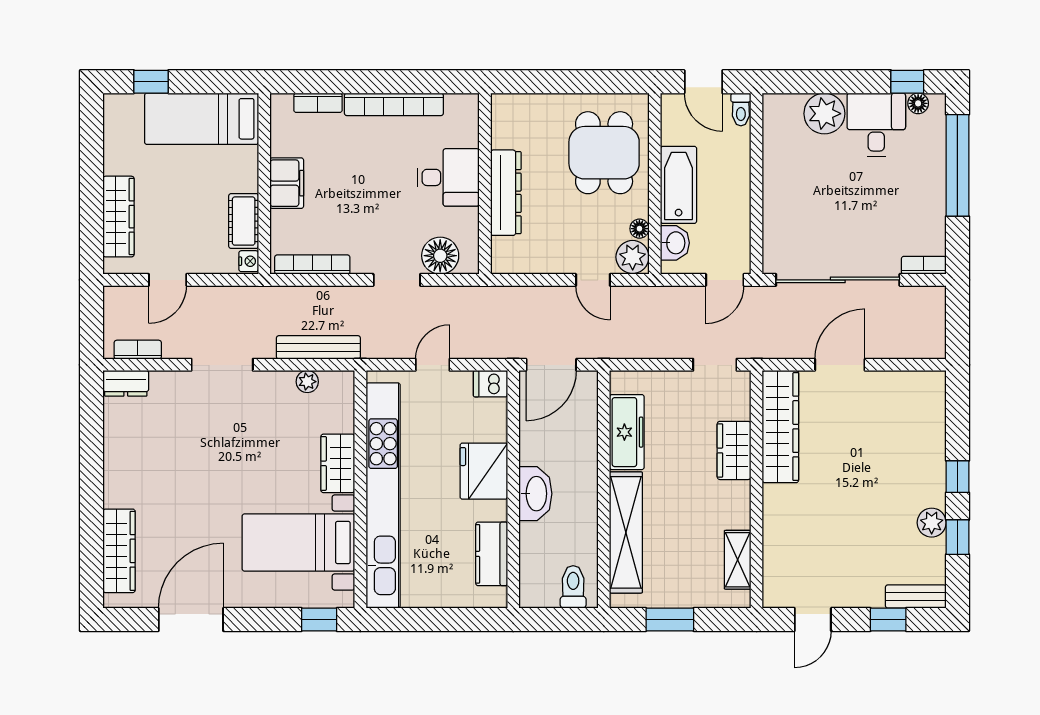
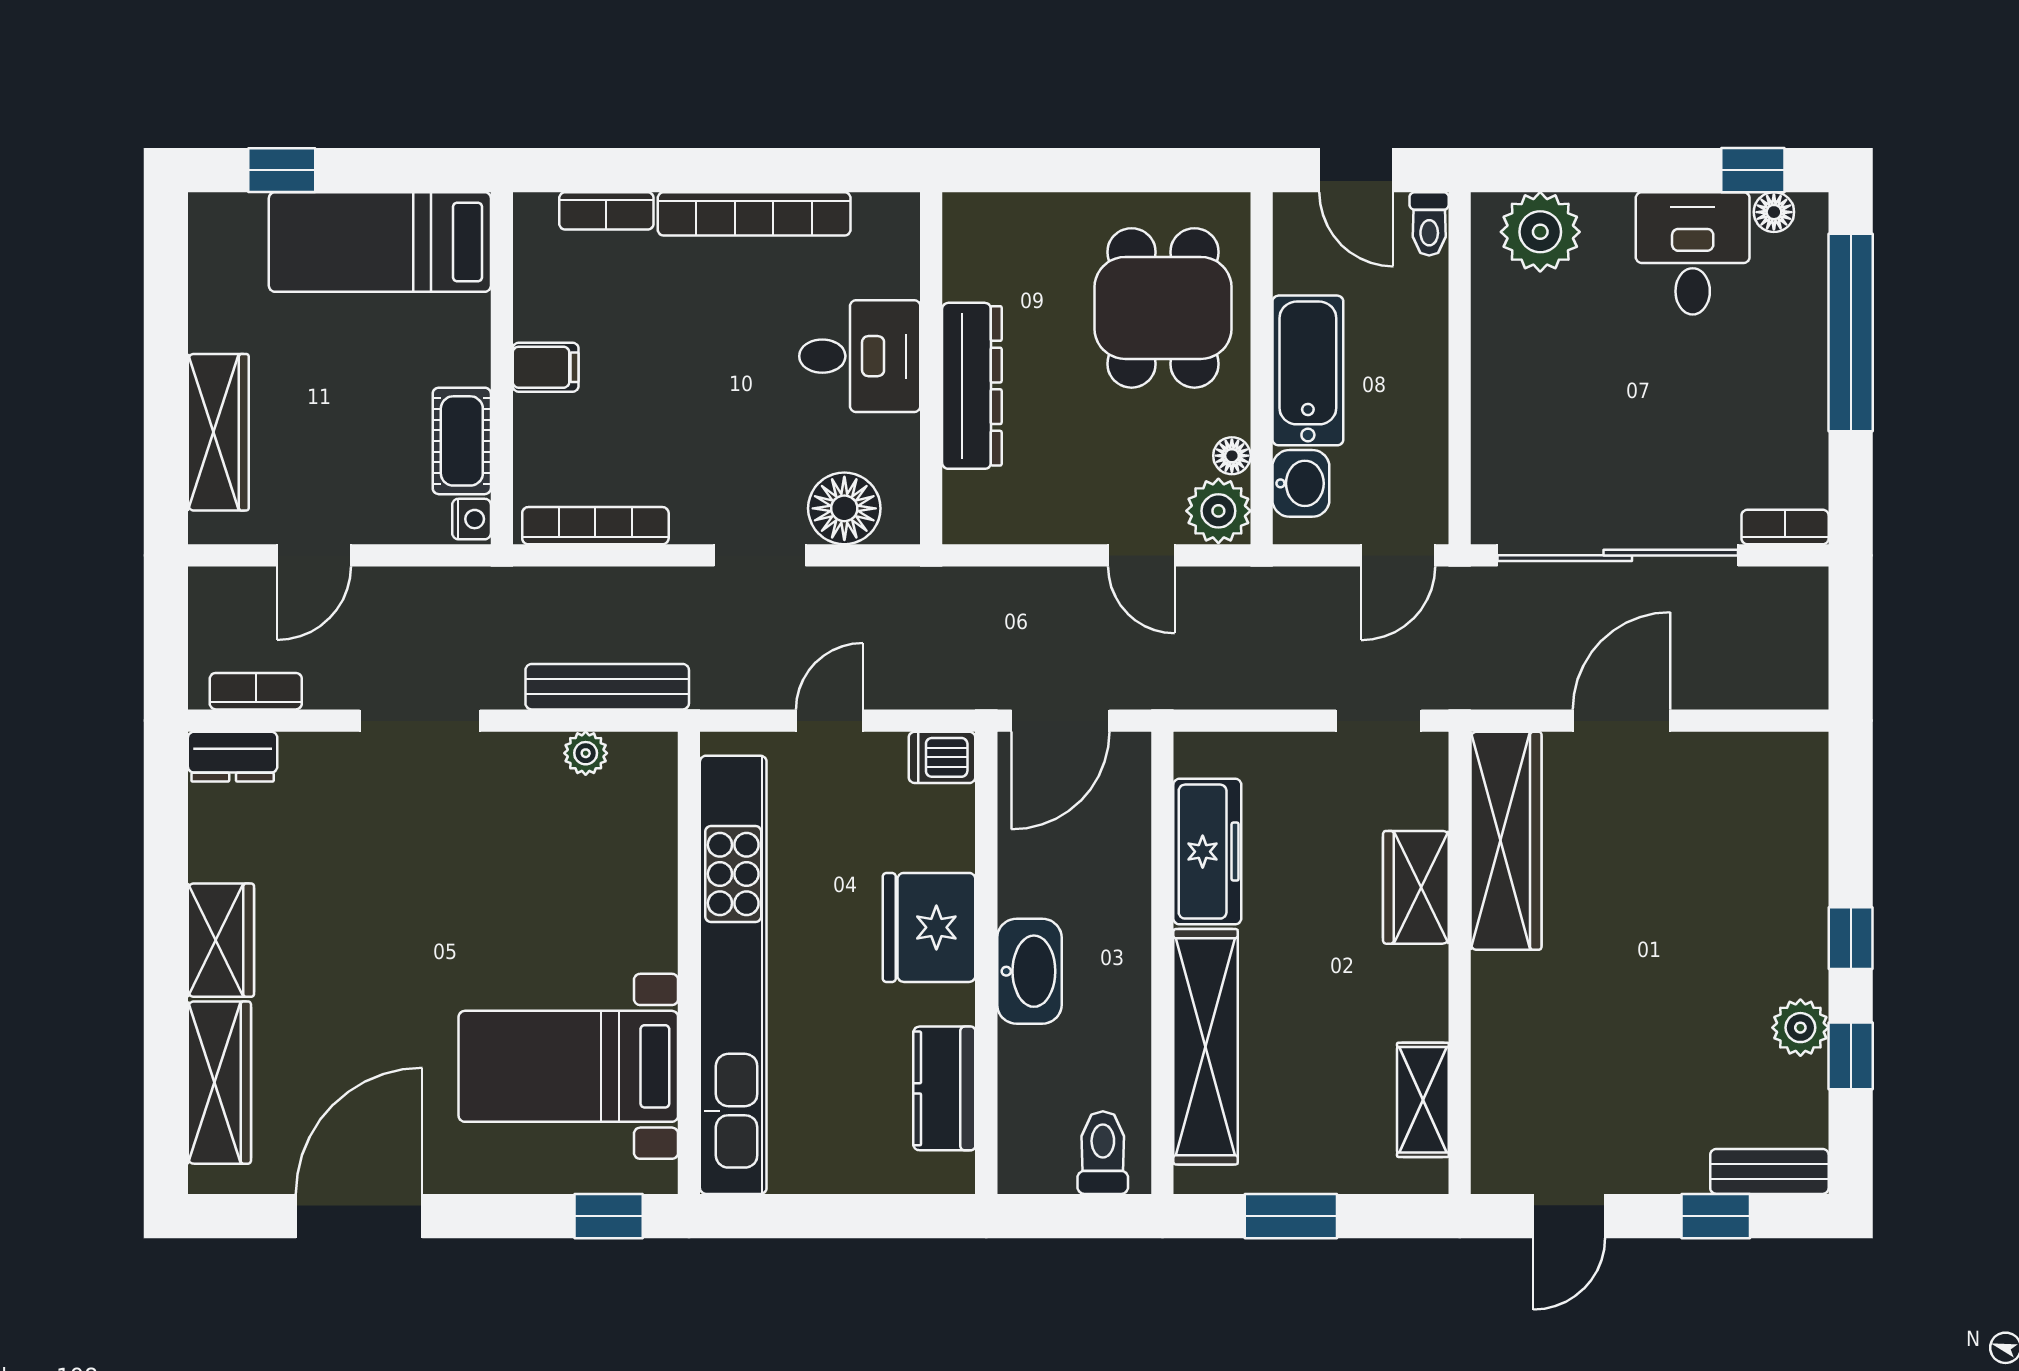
plant: (824, 114) -> (1540, 232), moved
filing cabinet: (287, 183) -> (546, 367), width x0.50
wardrobe: (338, 463) -> (221, 940), moved, turned 180

